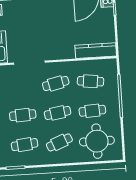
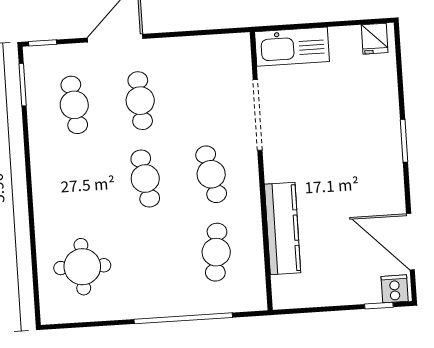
kitchen counter: (96, 51) -> (283, 228), moved
cafe table: (92, 111) -> (150, 256), removed
round table: (97, 141) -> (82, 267), width x0.73, depth x0.73
cafe table: (59, 142) -> (79, 183), removed

